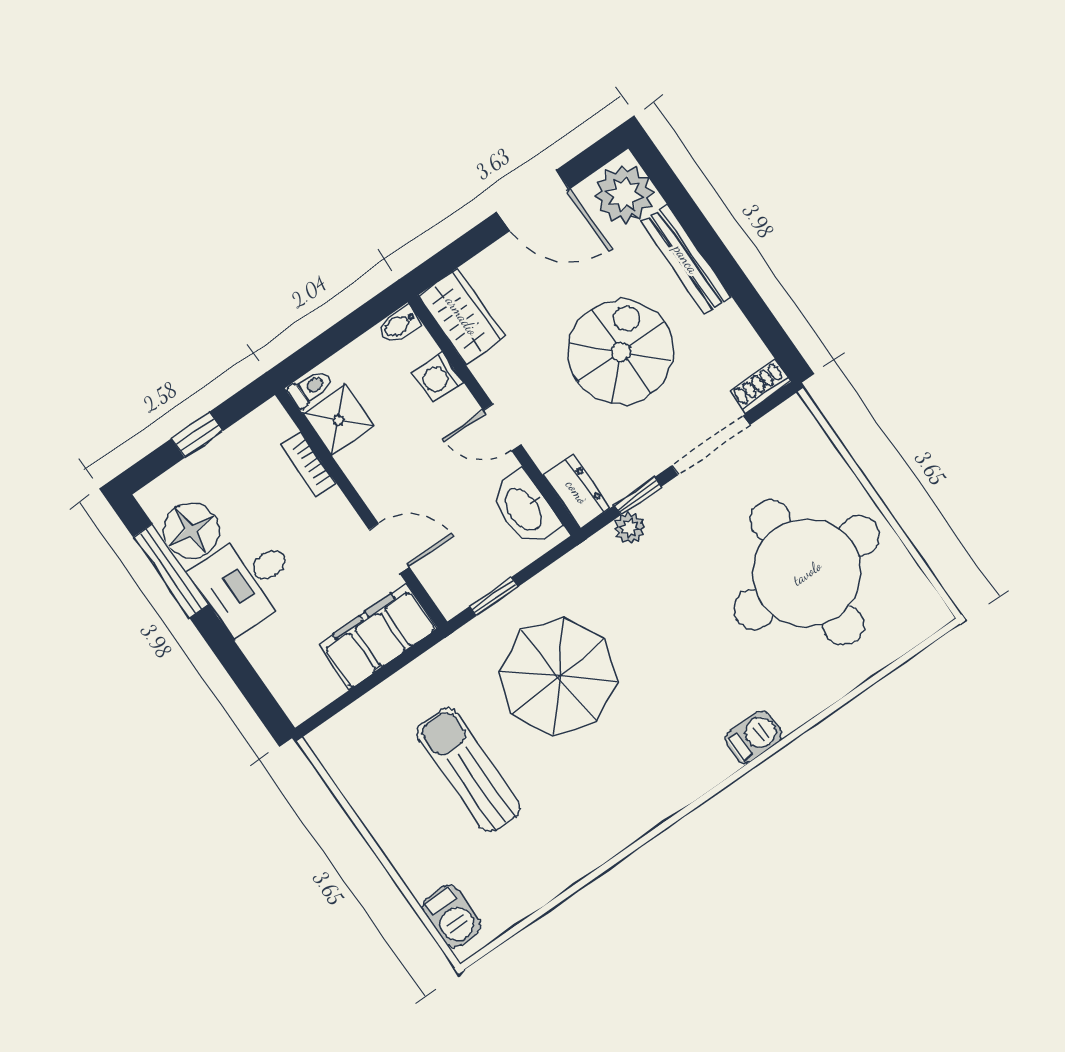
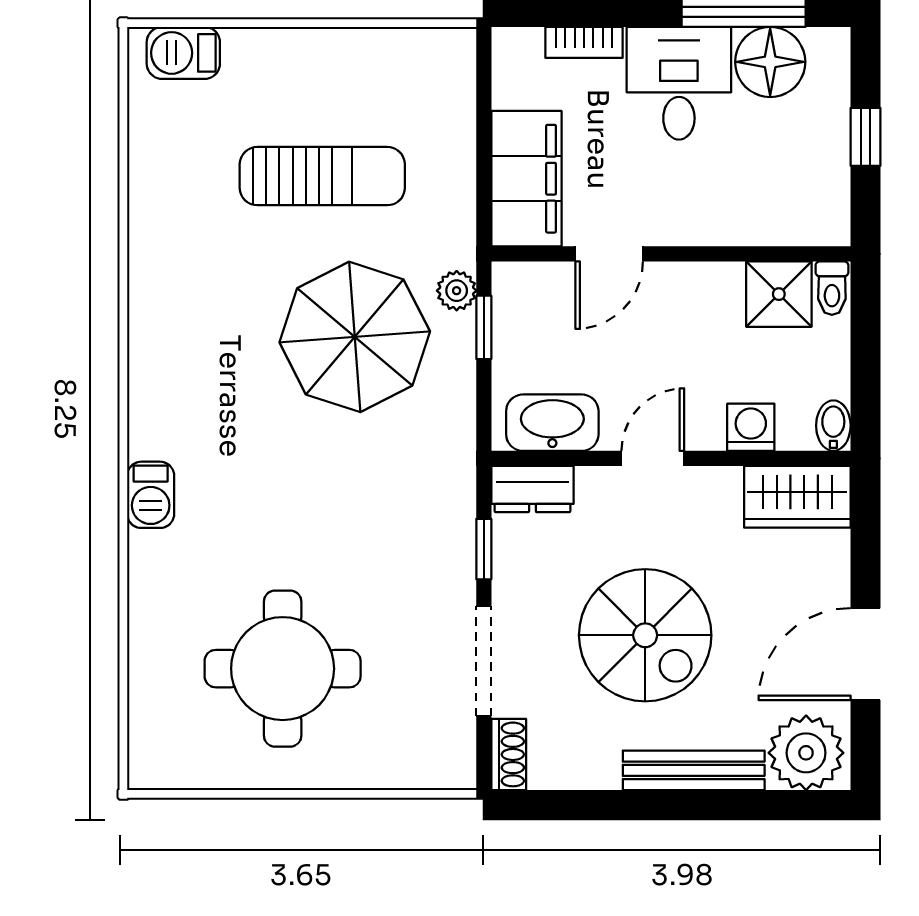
bookcase: (308, 464) -> (584, 42), moved, turned 180
plant: (630, 528) -> (457, 291), moved
round table: (807, 573) -> (283, 669), width x0.73, depth x0.73

